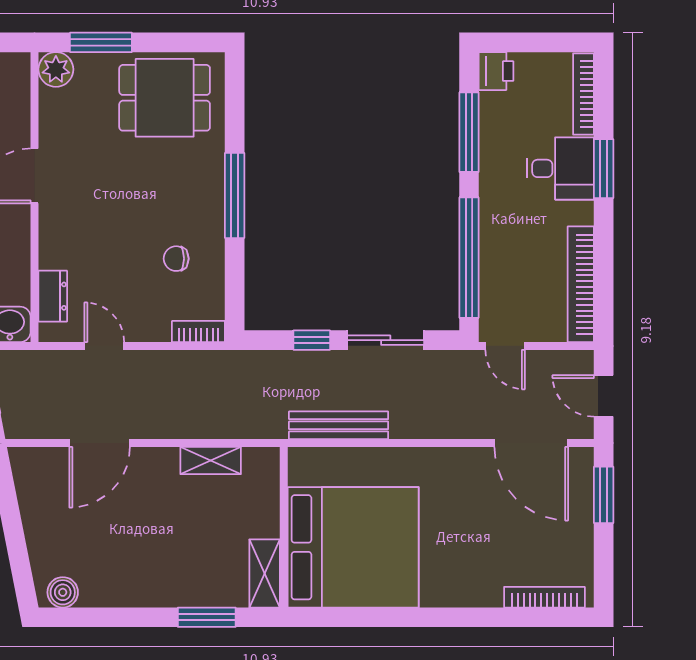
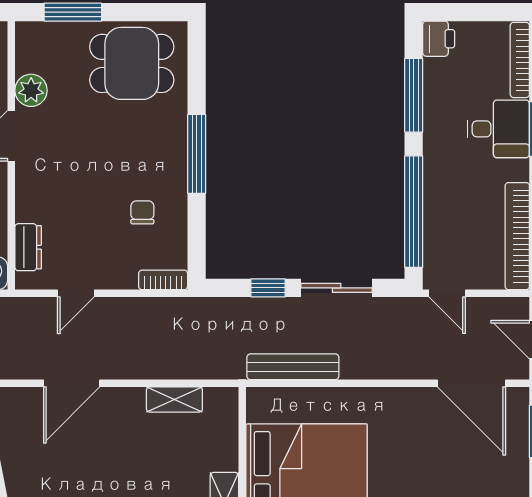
plant: (56, 69) -> (31, 90), moved
chair: (176, 259) -> (142, 212), turned 90
door: (104, 346) -> (76, 293), swing flipped

